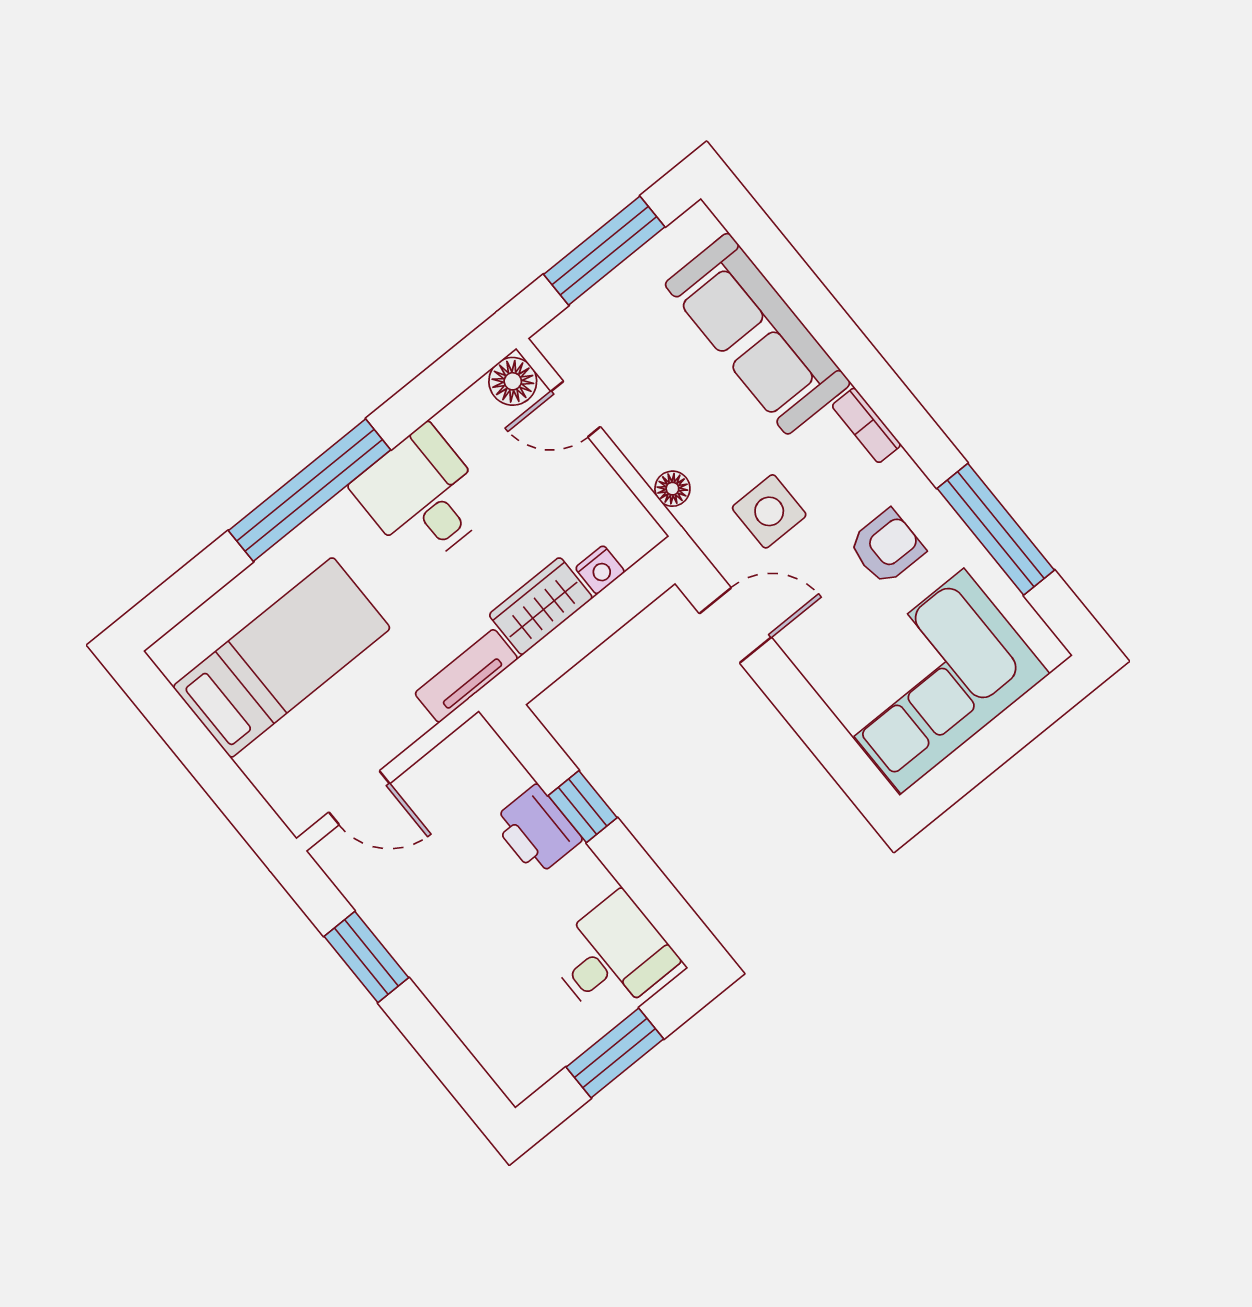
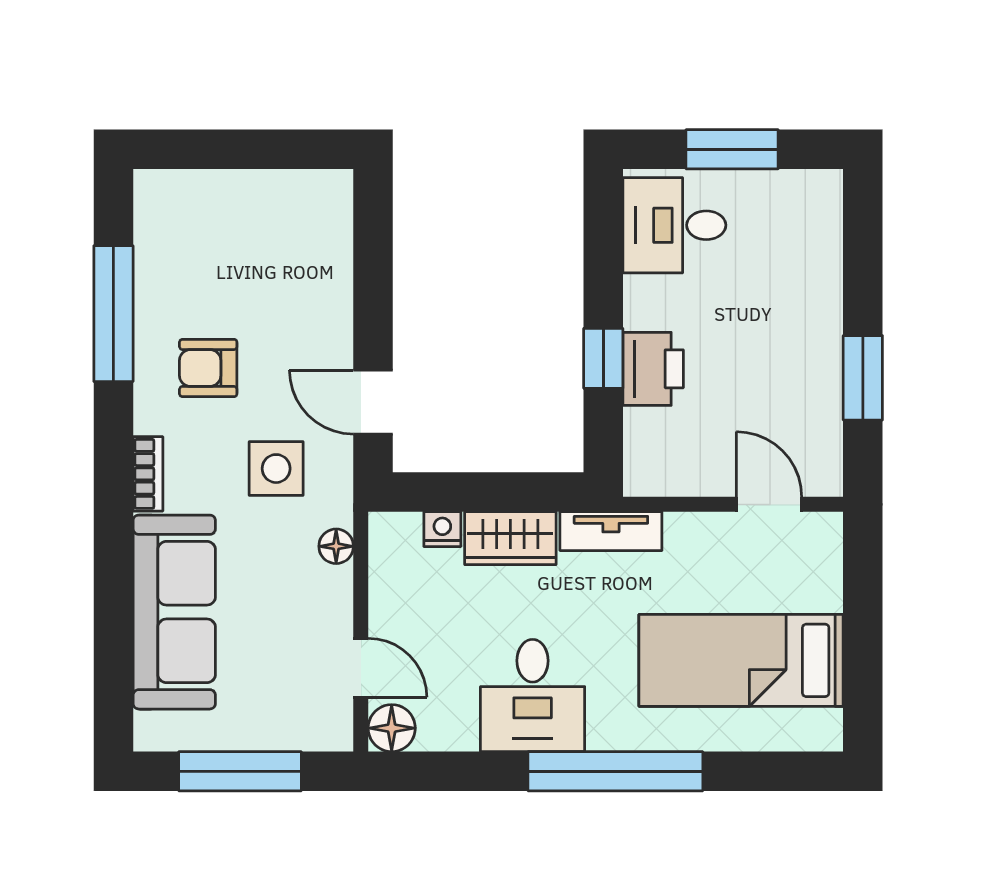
corner sofa: (933, 681) -> (257, 236), removed

